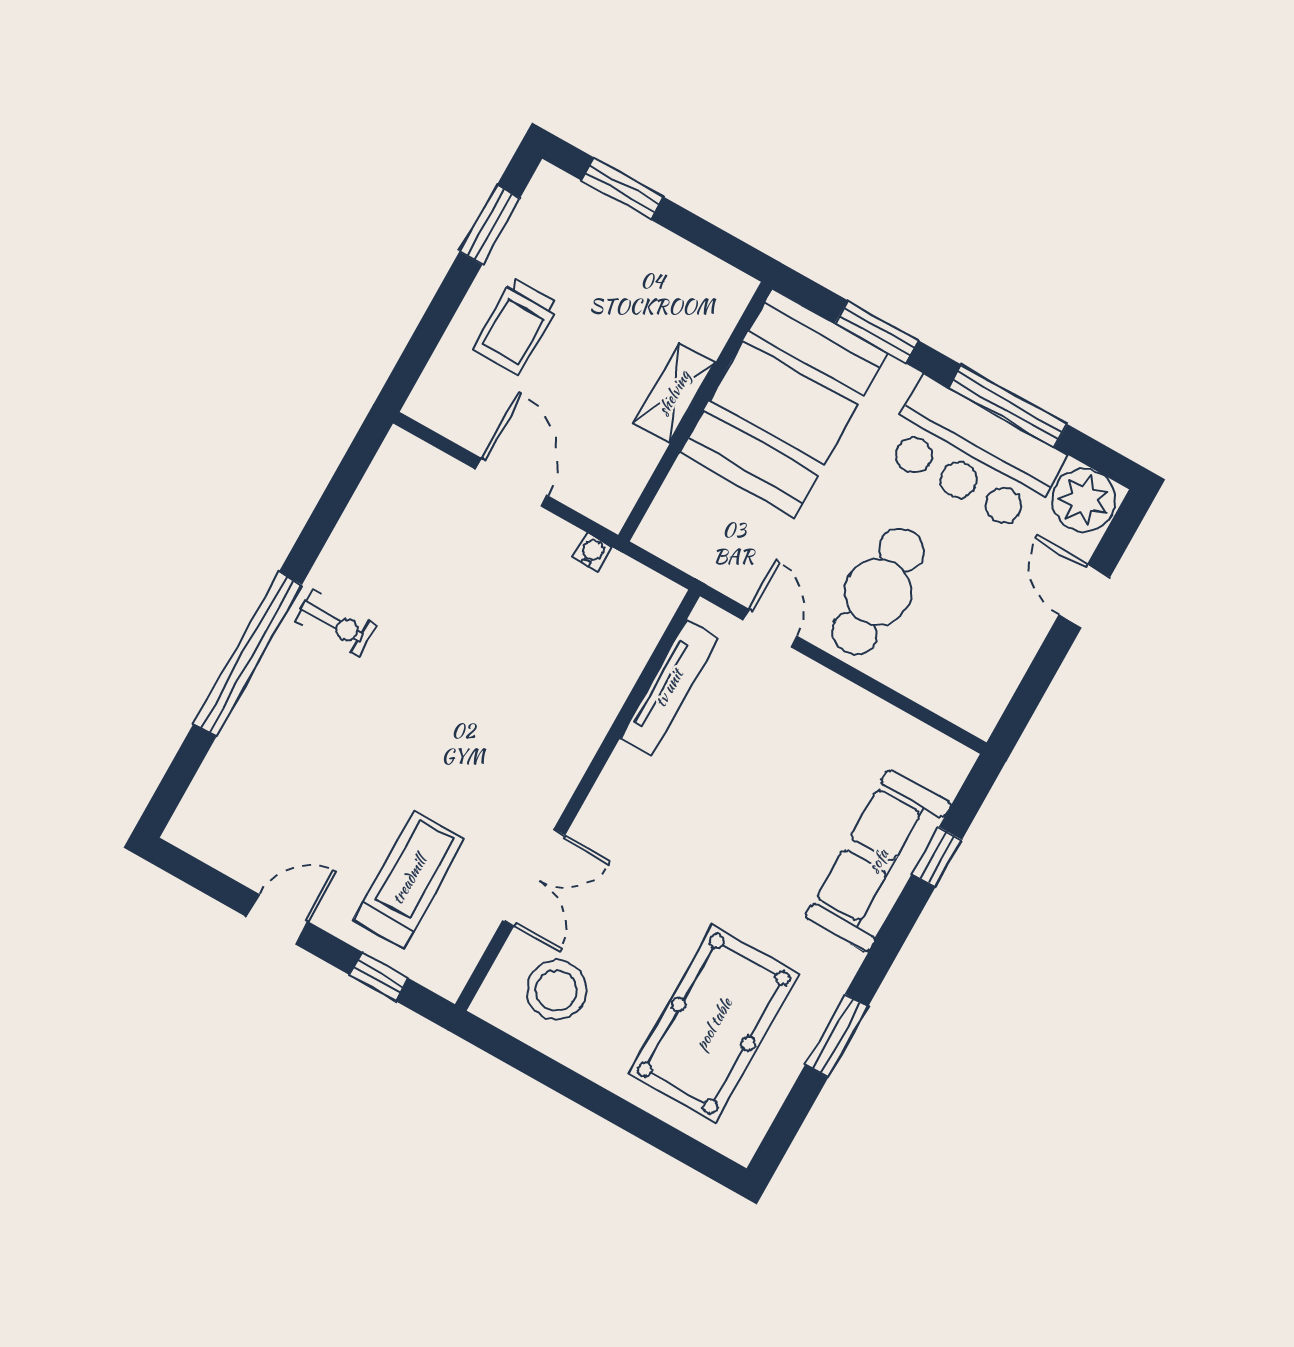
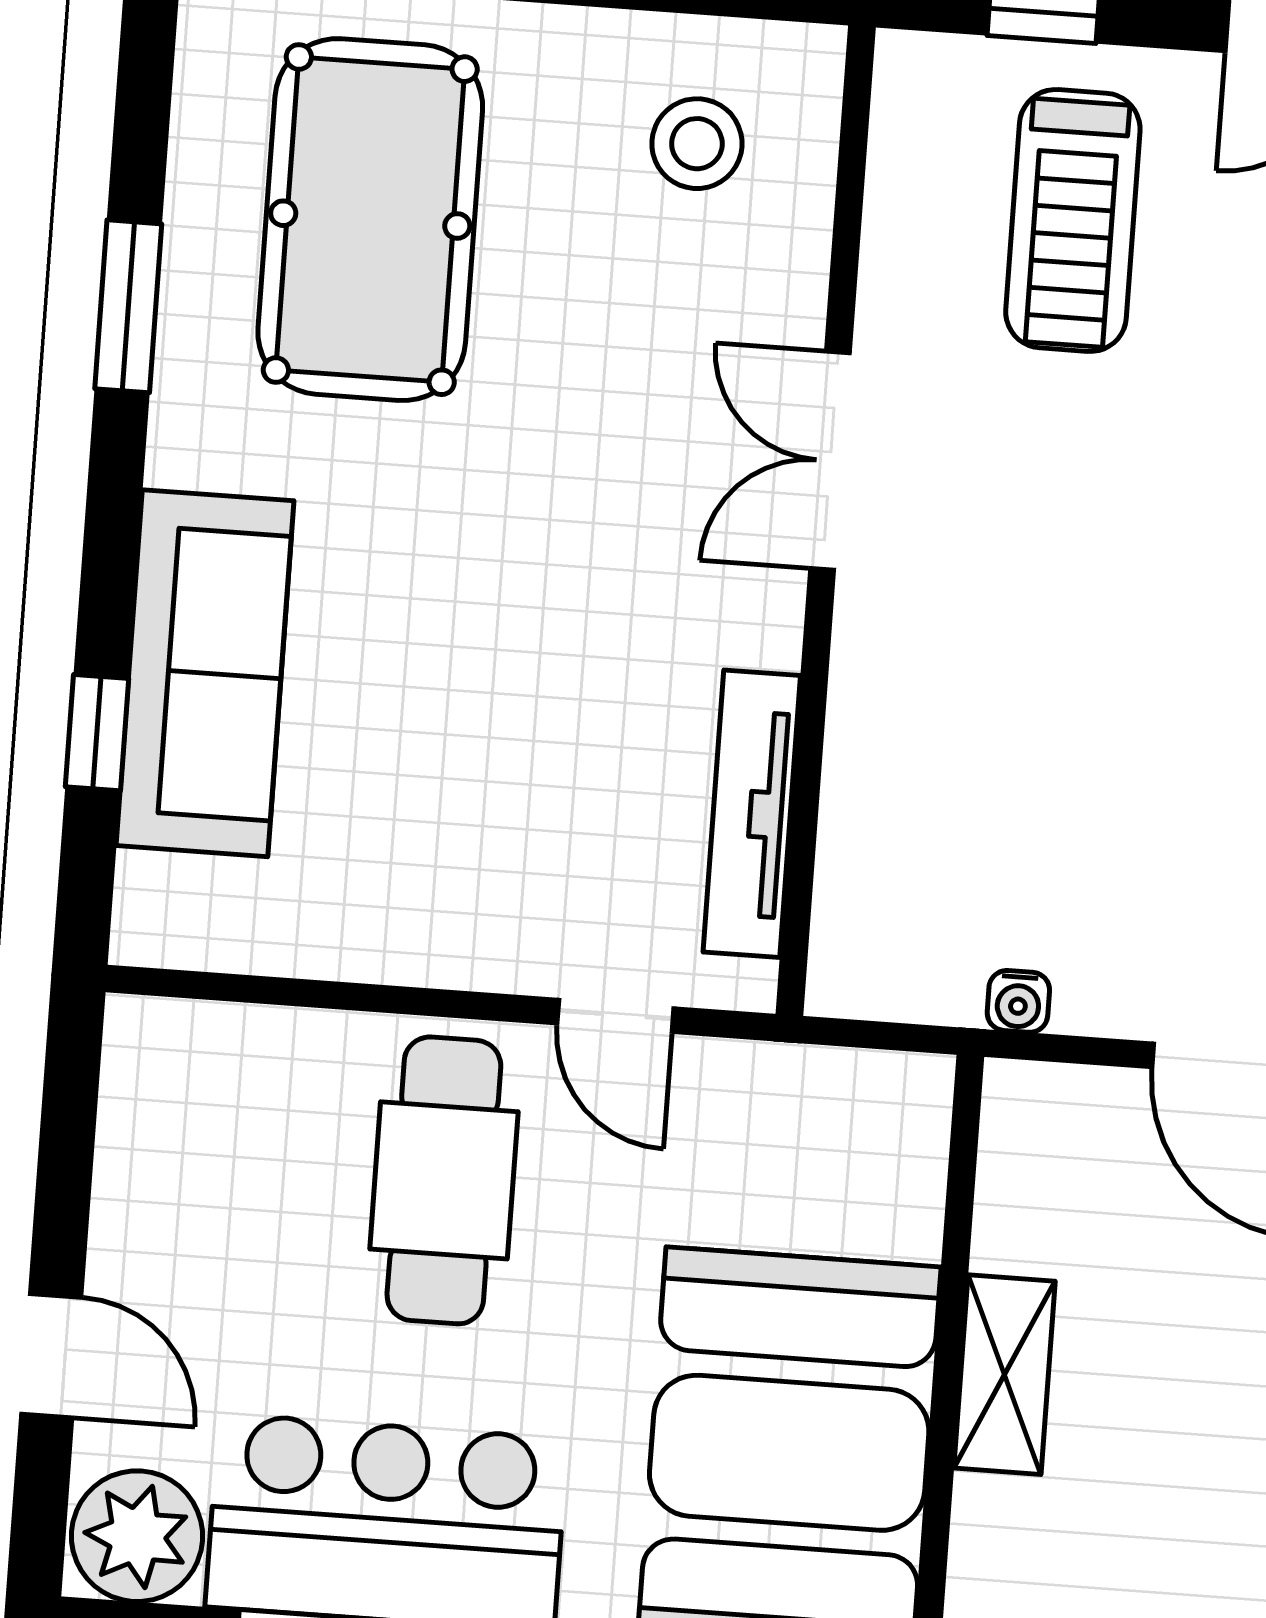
double door: (534, 878) -> (830, 461), moved
stool: (556, 990) -> (697, 144), width x0.73, depth x0.73

